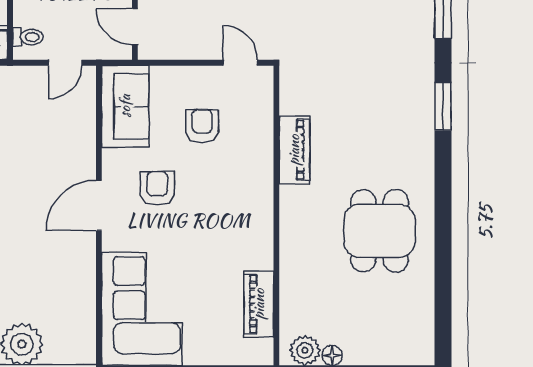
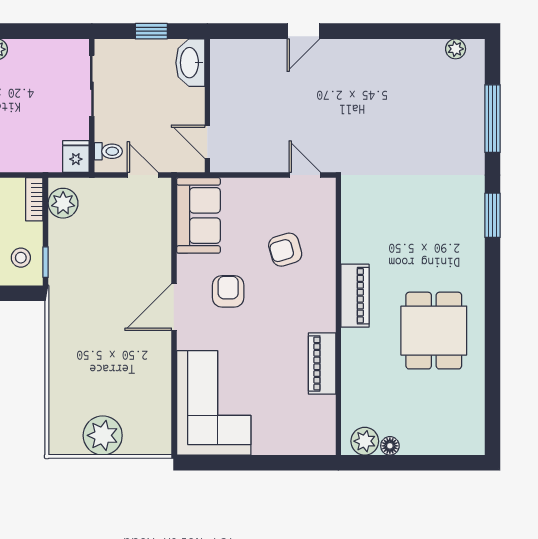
door: (65, 63) -> (143, 175), swing flipped
armchair: (202, 126) -> (285, 250), moved, turned -106
piano: (294, 150) -> (355, 296), moved
piano: (259, 304) -> (322, 363), moved

